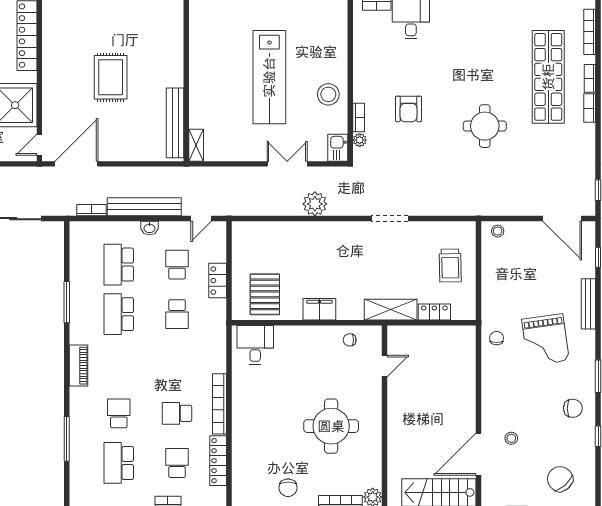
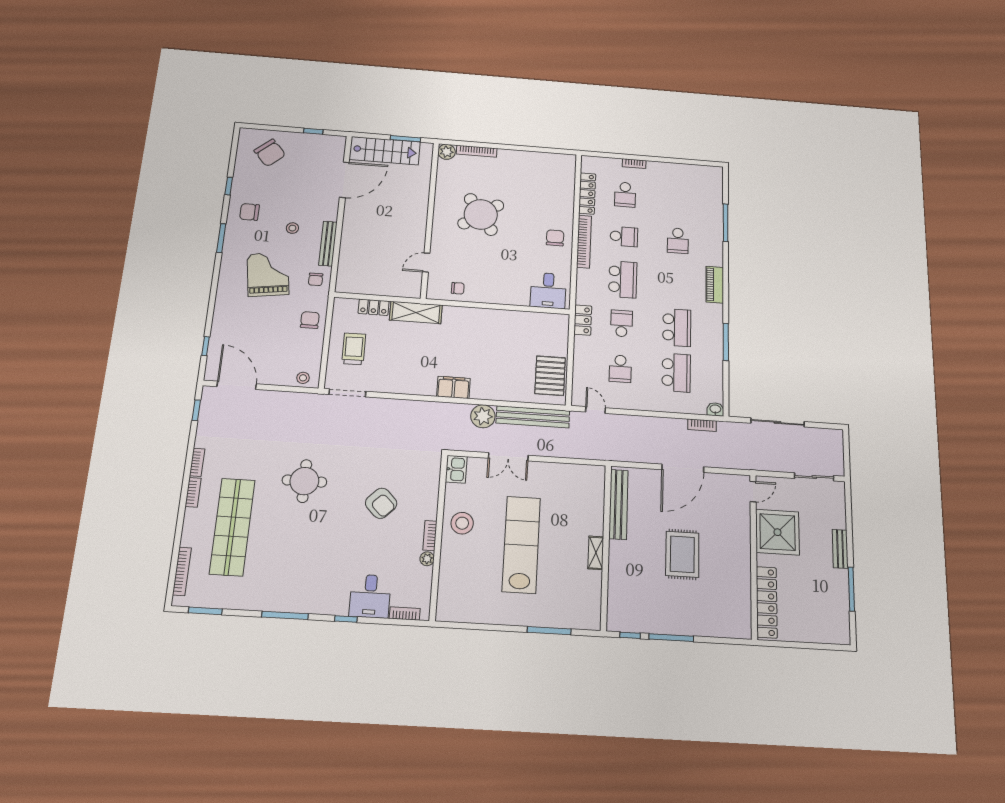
bookcase: (590, 78) -> (197, 462), moved
armchair: (409, 109) -> (381, 503), turned 135
bookcase: (359, 117) -> (430, 536), moved
plant: (360, 140) -> (427, 559), moved
shelving: (196, 145) -> (596, 553), moved
door: (76, 164) -> (683, 468), moved
bench: (144, 207) -> (533, 417), moved
door: (201, 219) -> (595, 410), hinge flipped
doorway: (390, 219) -> (347, 393), moved
washbasin: (149, 228) -> (715, 409), moved
locker: (218, 281) -> (583, 320), moved
chair: (498, 293) -> (310, 320), added
pallet: (265, 294) -> (550, 376), moved
bench: (588, 304) -> (328, 244), moved
filing cabinet: (319, 309) -> (453, 387), moved, turned 180
round table: (331, 426) -> (481, 214), turned -35
stool: (511, 438) -> (292, 228), moved
school desk: (119, 463) -> (623, 279), moved
chair: (288, 488) -> (555, 238), moved

